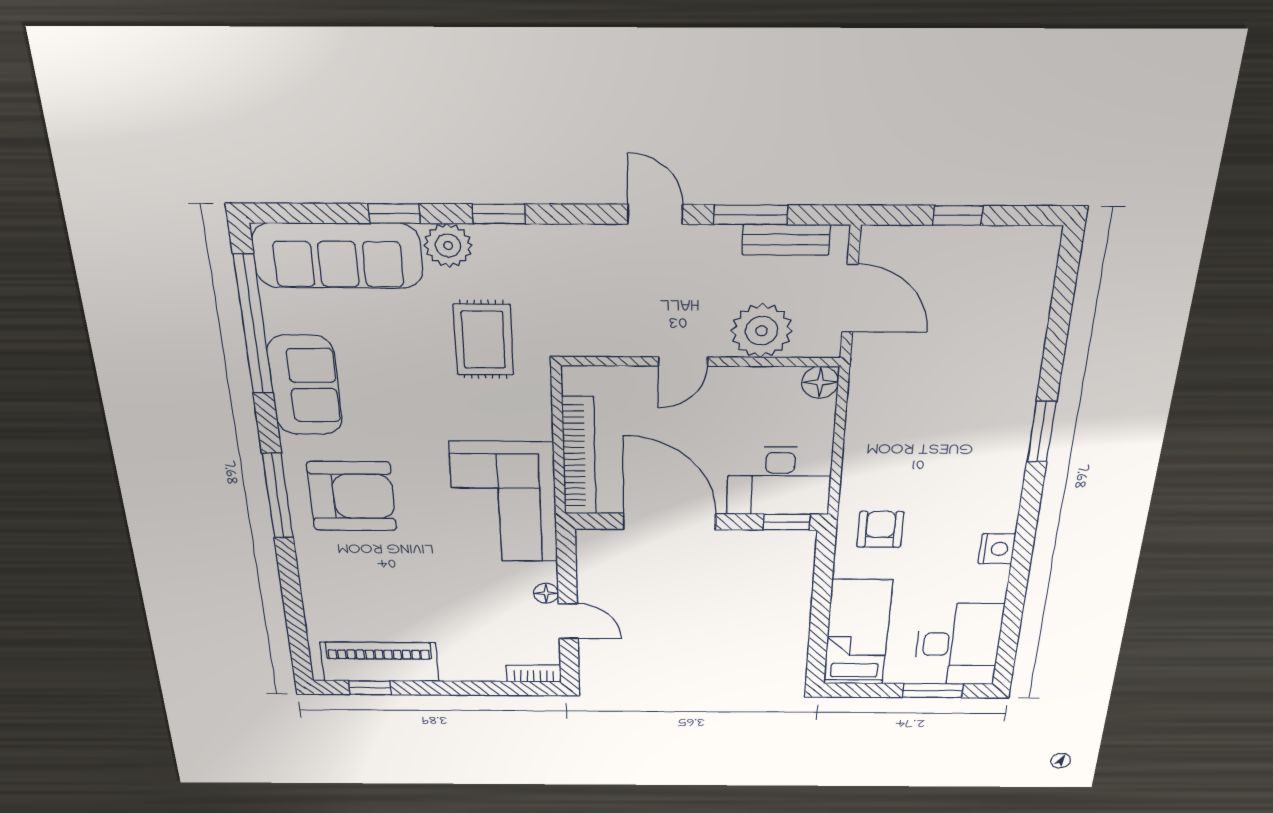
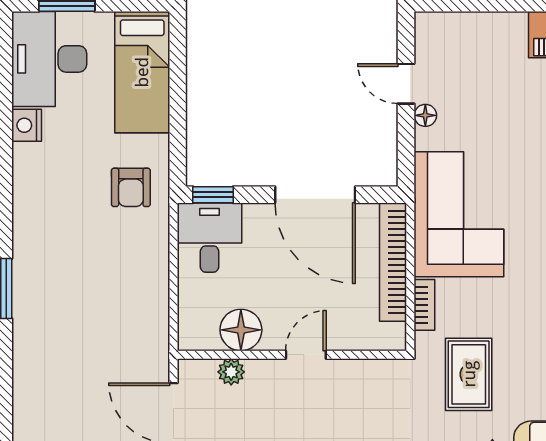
plant: (762, 331) -> (231, 372), width x0.53, depth x0.53
floor lamp: (820, 382) -> (241, 330), moved, width x1.38, depth x1.38
desk: (779, 481) -> (209, 238), width x0.73
nightstand: (997, 549) -> (27, 125), moved
bookcase: (534, 674) -> (424, 305), moved, turned -90

